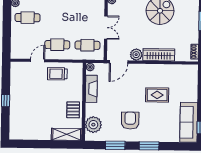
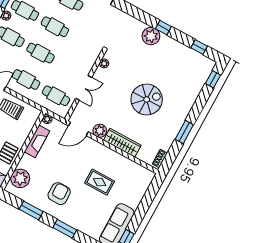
cafe table: (58, 18) -> (40, 53), added

